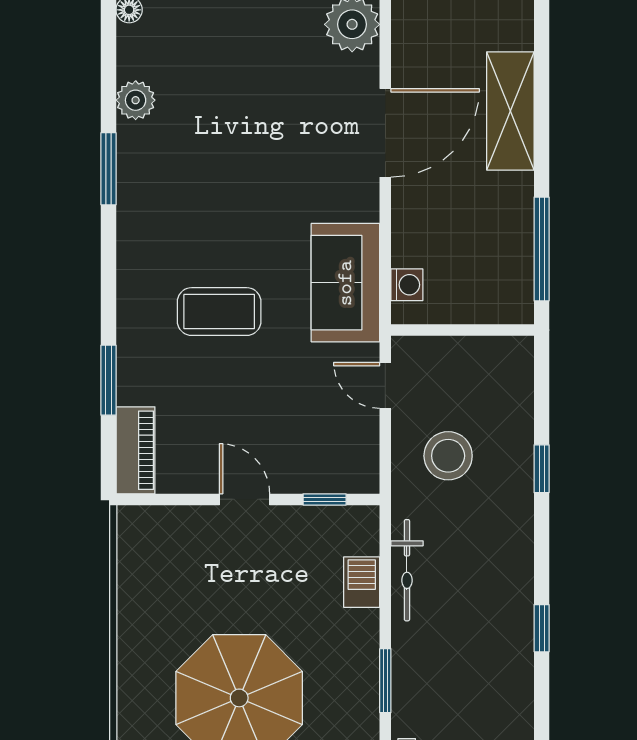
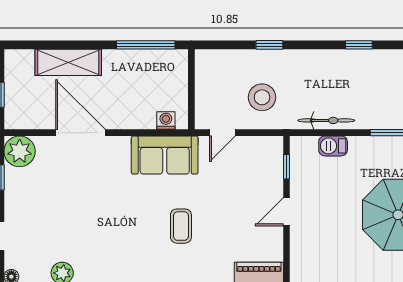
coffee table: (219, 312) -> (181, 226), width x0.73, depth x0.77

